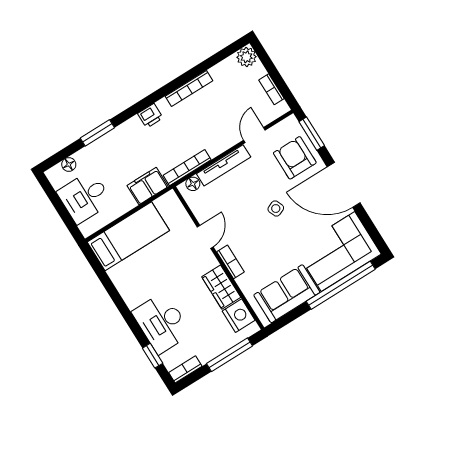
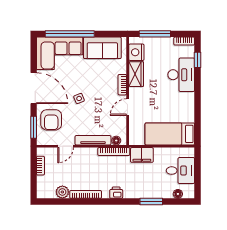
plant: (246, 57) -> (62, 192), moved

